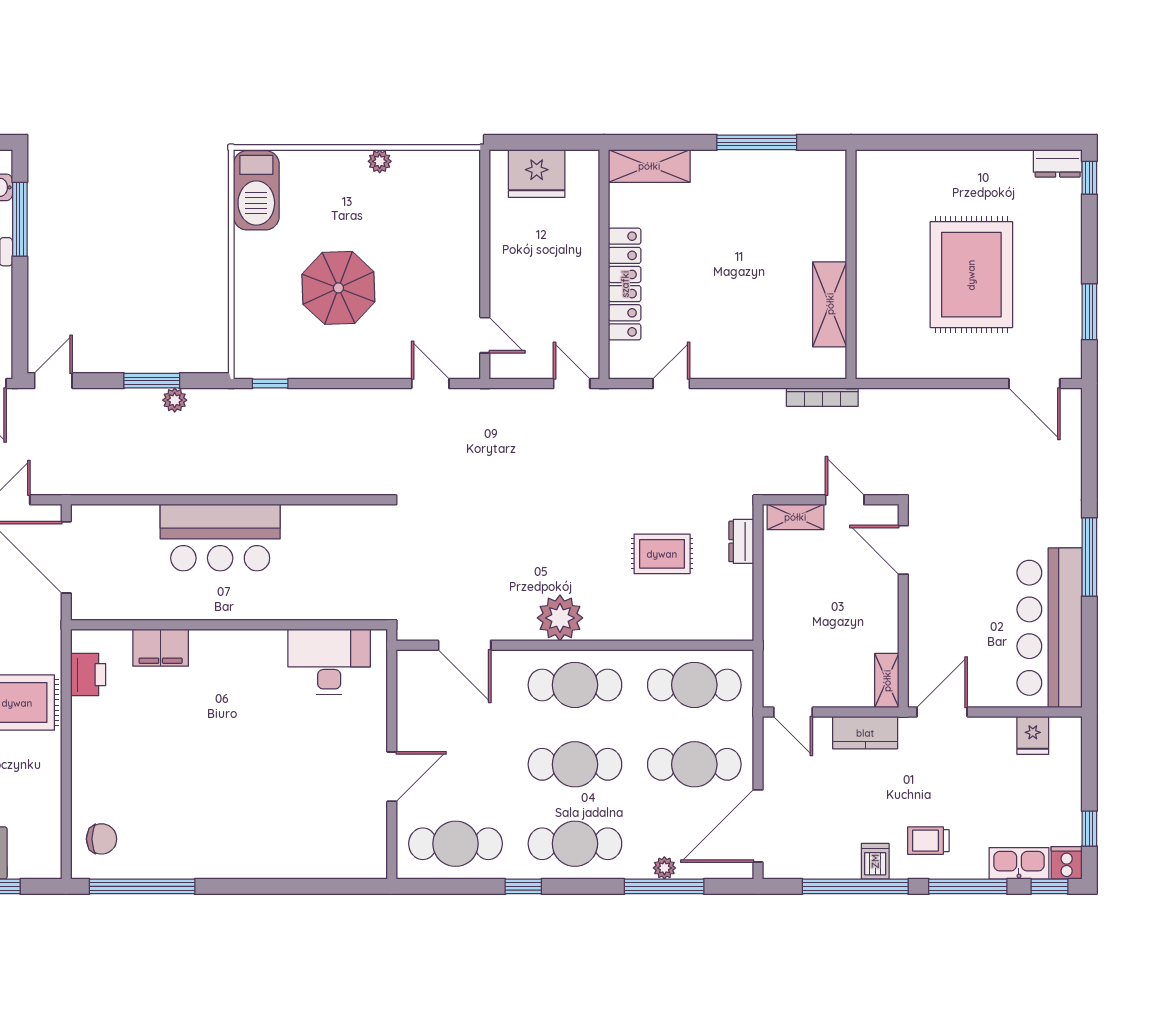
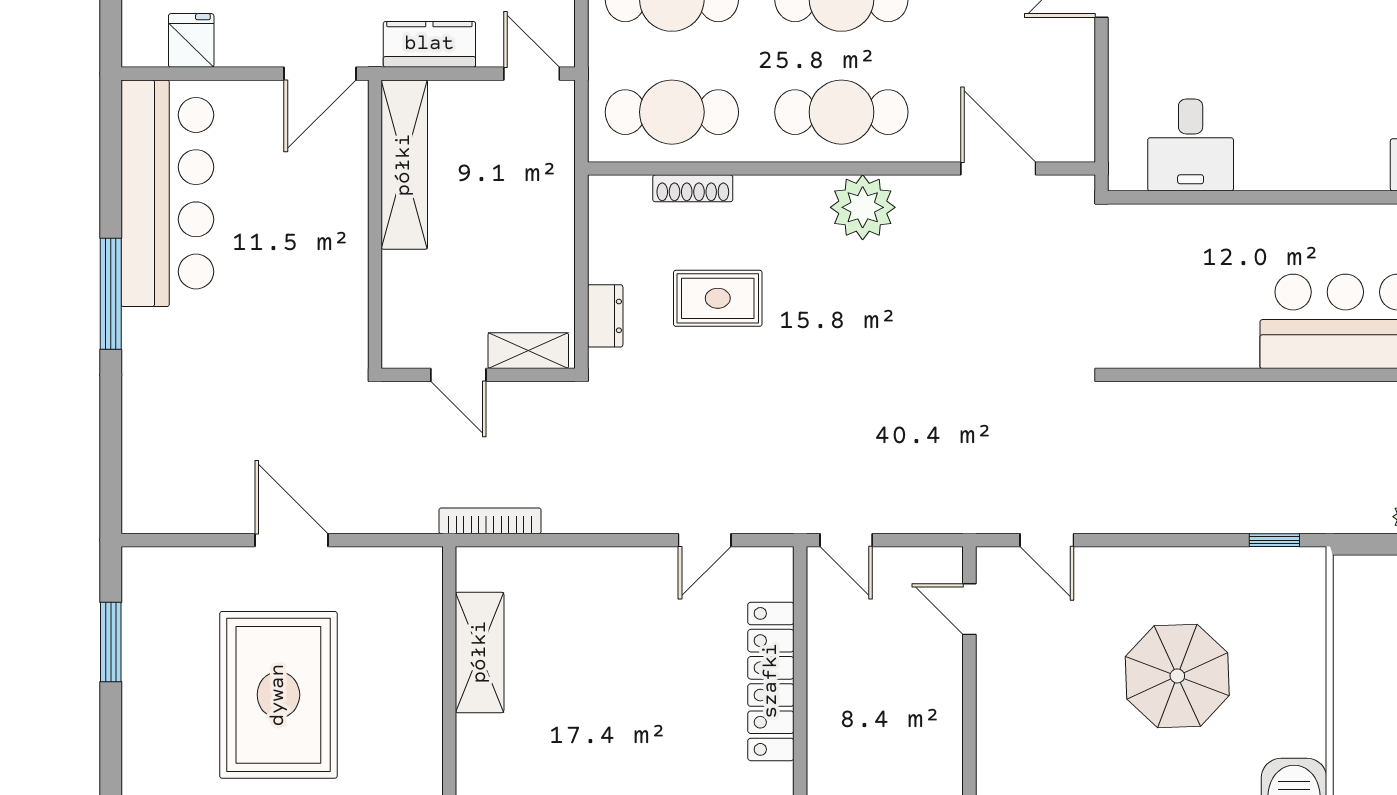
door: (1034, 384) -> (291, 540), moved
door: (903, 550) -> (375, 304), removed
shoe rack: (680, 631) -> (693, 188), added
desk: (329, 662) -> (1191, 145), width x0.73
shelving: (887, 681) -> (404, 165), width x2.20, depth x1.33

